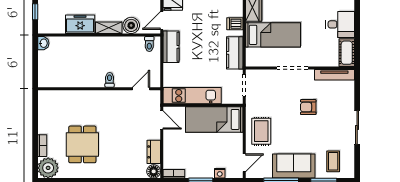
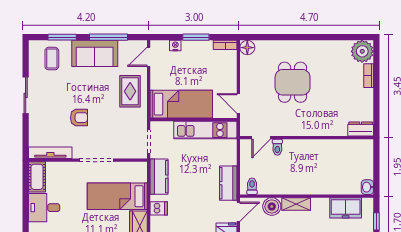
freezer: (80, 24) -> (346, 208), moved
toilet: (110, 80) -> (277, 147), moved
dining table: (82, 144) -> (293, 82), moved
dresser: (154, 152) -> (361, 129), moved, turned -90

